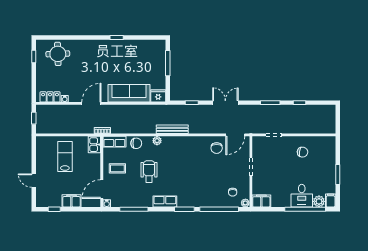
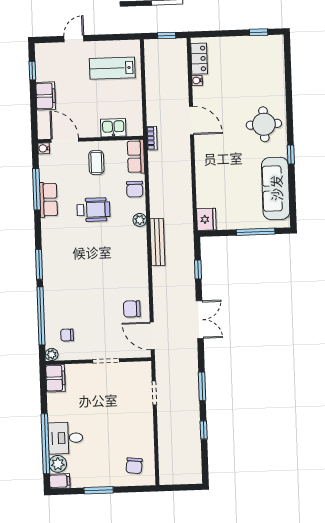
round table: (58, 54) -> (264, 124), moved
sofa: (129, 93) -> (276, 188), moved, turned 180
kitchen sink: (94, 145) -> (113, 128), moved
chair: (303, 152) -> (134, 466), moved
lab bench: (65, 156) -> (112, 68), moved, turned 180
row of seats: (165, 202) -> (48, 200), moved

